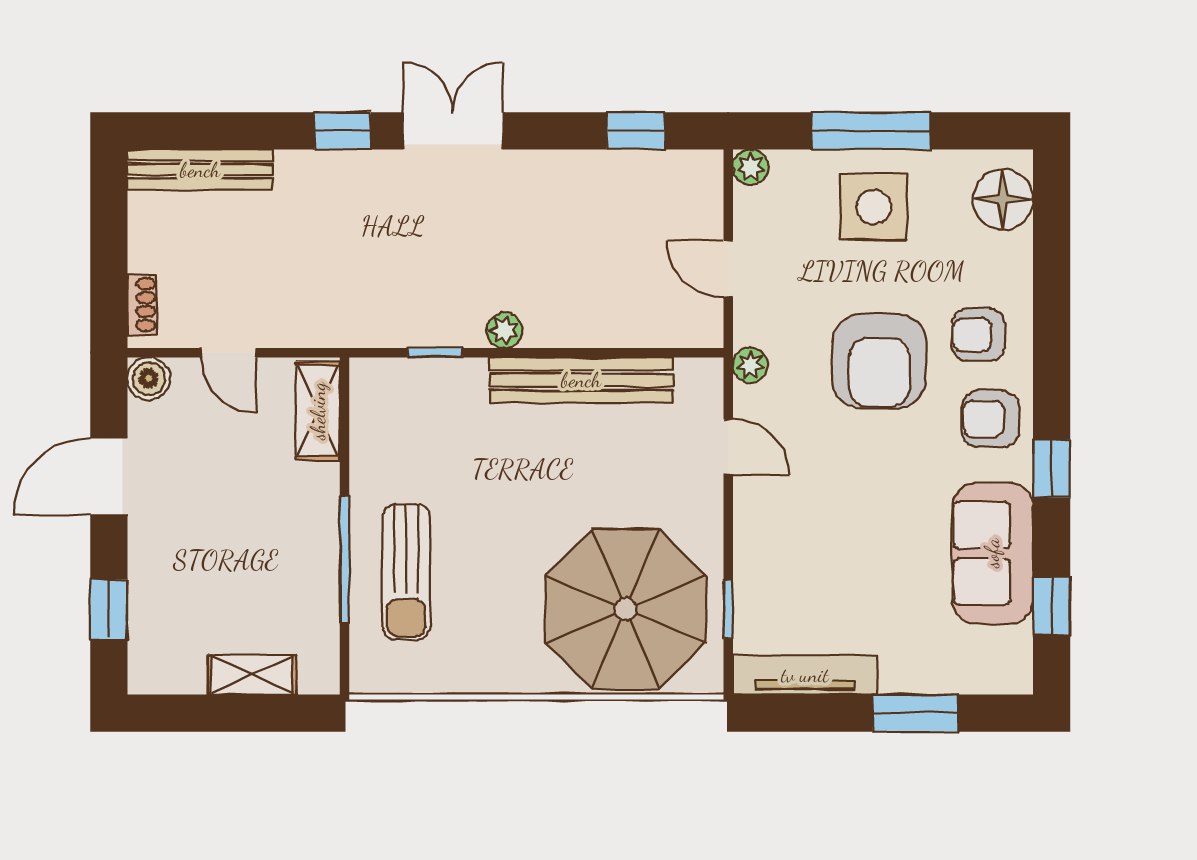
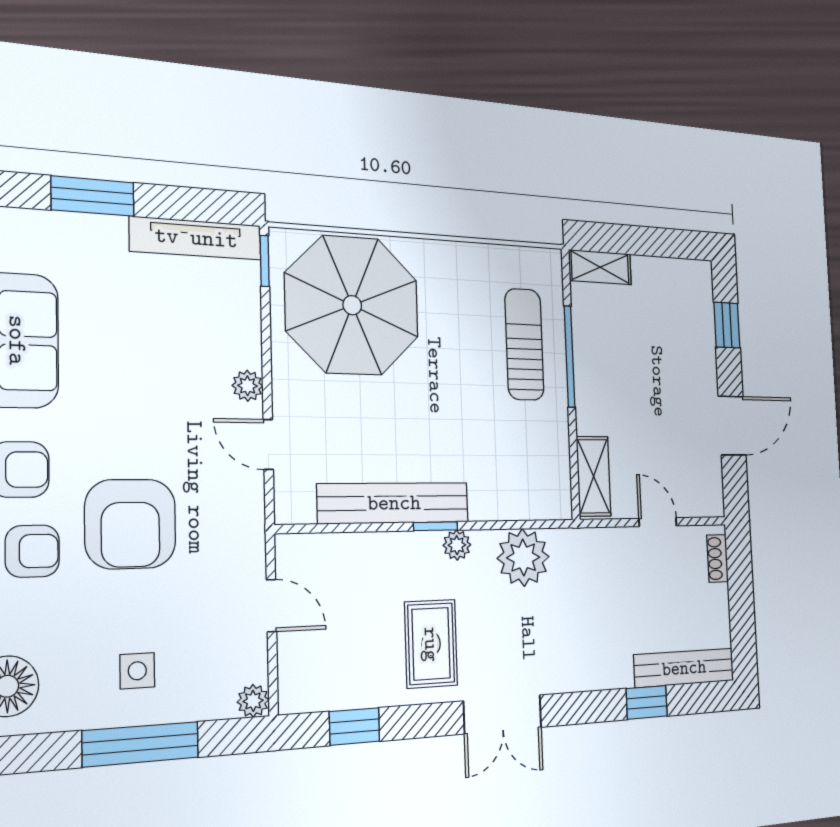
window: (342, 131) -> (647, 702), moved
side table: (874, 207) -> (137, 671), width x0.54, depth x0.54
rug: (541, 218) -> (431, 644), added
plant: (418, 313) -> (523, 557), added
window: (435, 353) -> (436, 526), moved
armchair: (879, 361) -> (131, 524), turned 180
plant: (750, 365) -> (247, 386), moved
boiler: (149, 379) -> (710, 501), removed
window: (728, 609) -> (265, 261), moved
shelving: (252, 675) -> (600, 267), moved

